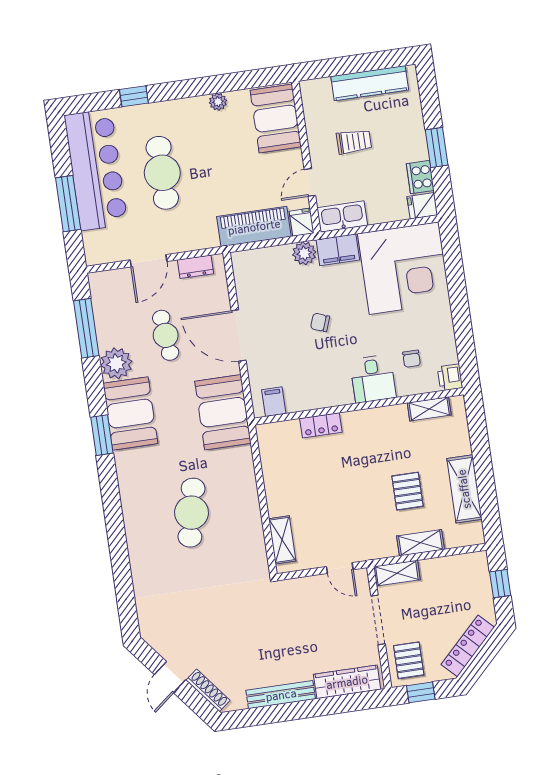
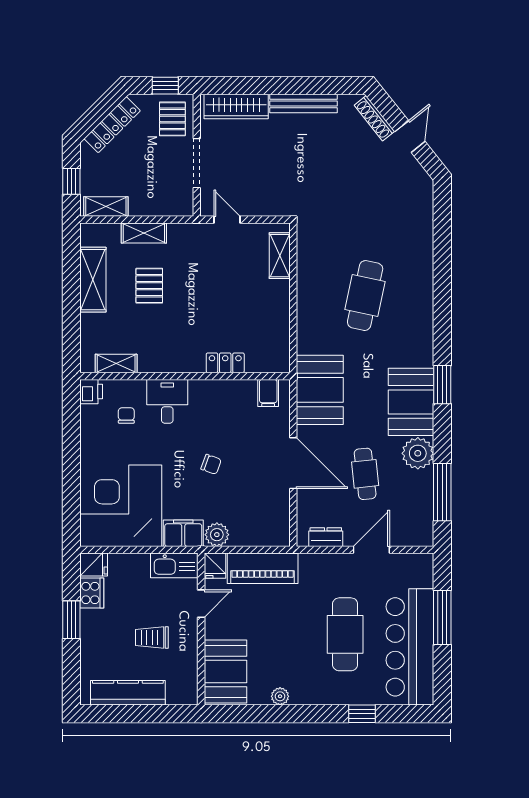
shelving: (397, 573) -> (106, 206), moved

